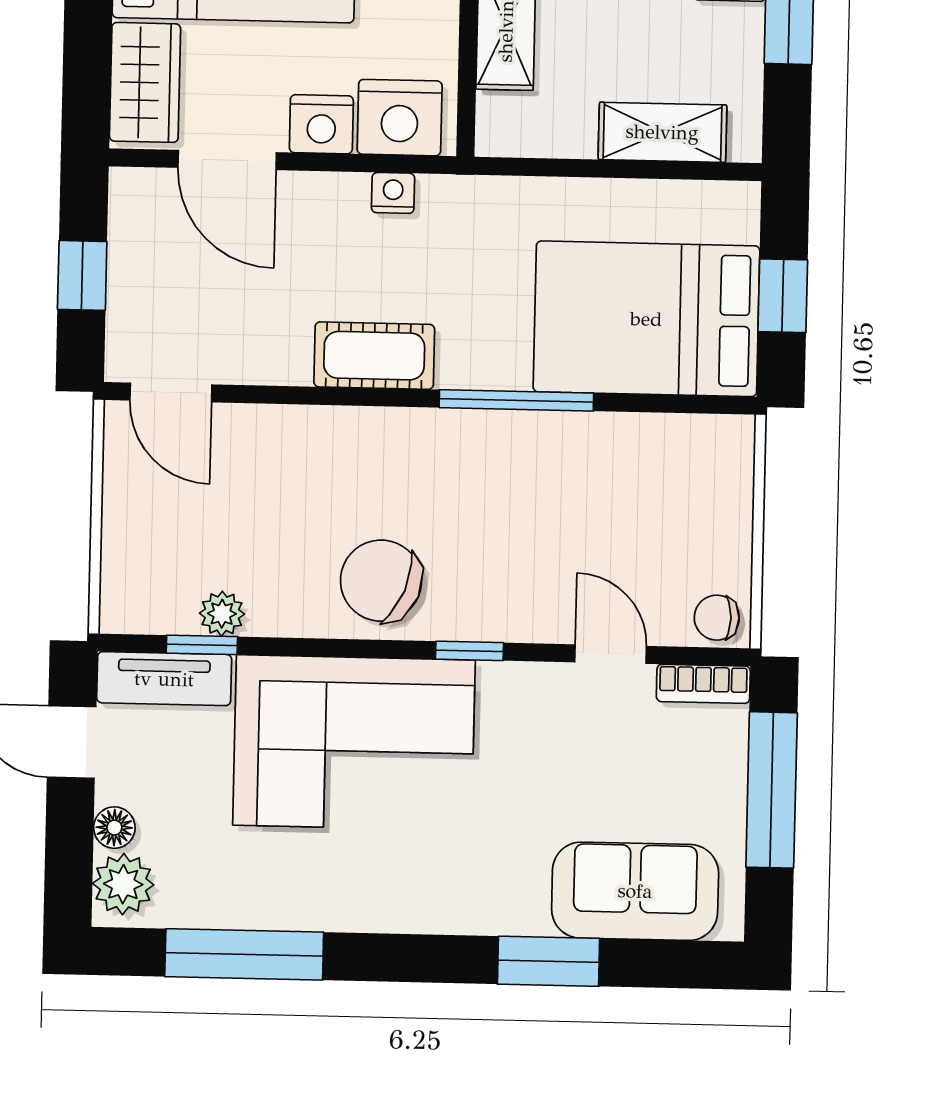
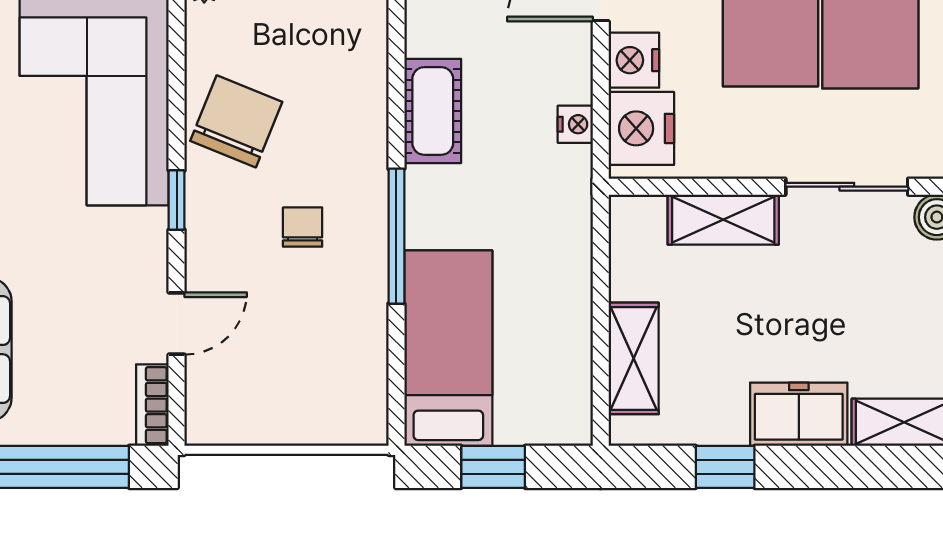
bed: (646, 319) -> (448, 348), width x0.67
chair: (717, 618) -> (303, 227), moved

